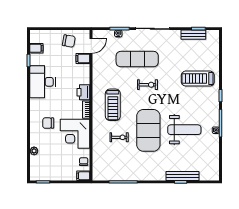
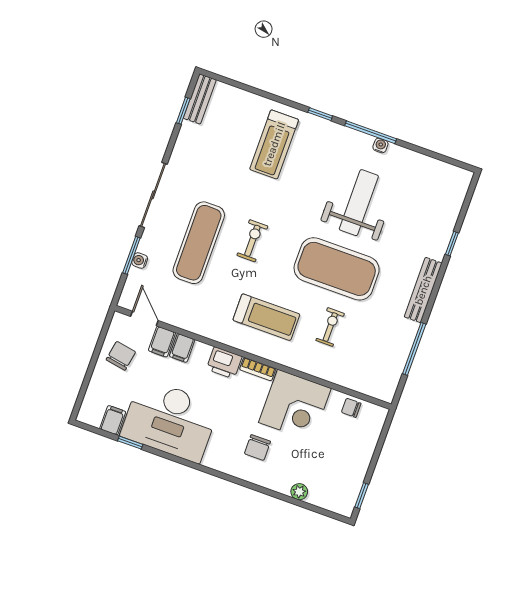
bench: (193, 35) -> (200, 99), moved
desk: (42, 82) -> (170, 420), width x1.36, depth x1.30
filing cabinet: (83, 176) -> (182, 348), moved
bench: (183, 176) -> (423, 290), moved

